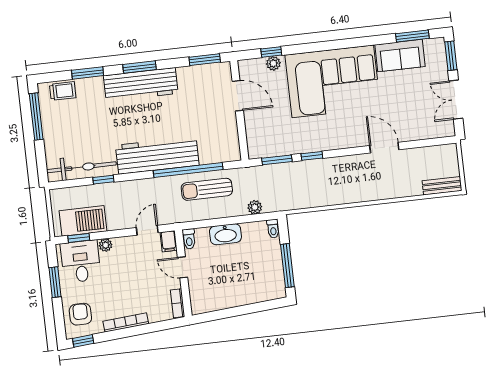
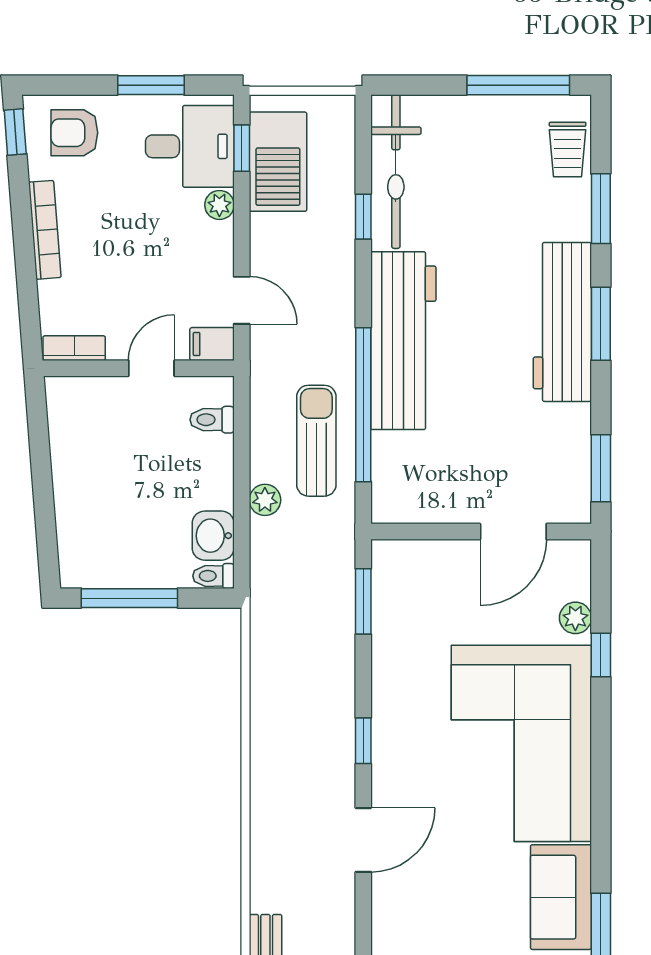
window: (271, 52) -> (601, 655), moved
window: (312, 156) -> (363, 741), moved
plant: (255, 207) -> (265, 500), moved
washbasin: (225, 234) -> (213, 536), moved, width x0.72
toilet: (189, 239) -> (212, 420), moved
armchair: (80, 314) -> (74, 133), turned 180

